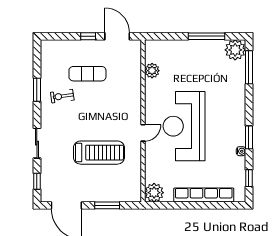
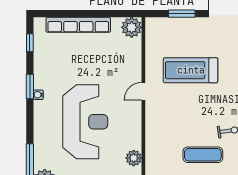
reception desk: (184, 126) -> (85, 122), moved
water cooler: (241, 151) -> (38, 95), moved

